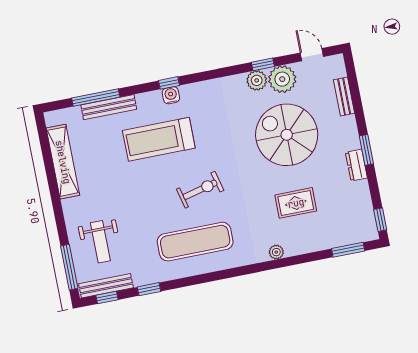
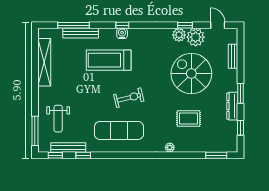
dresser: (356, 165) -> (232, 106), width x1.44
window: (380, 220) -> (241, 128), moved
bench: (106, 286) -> (68, 147), moved

